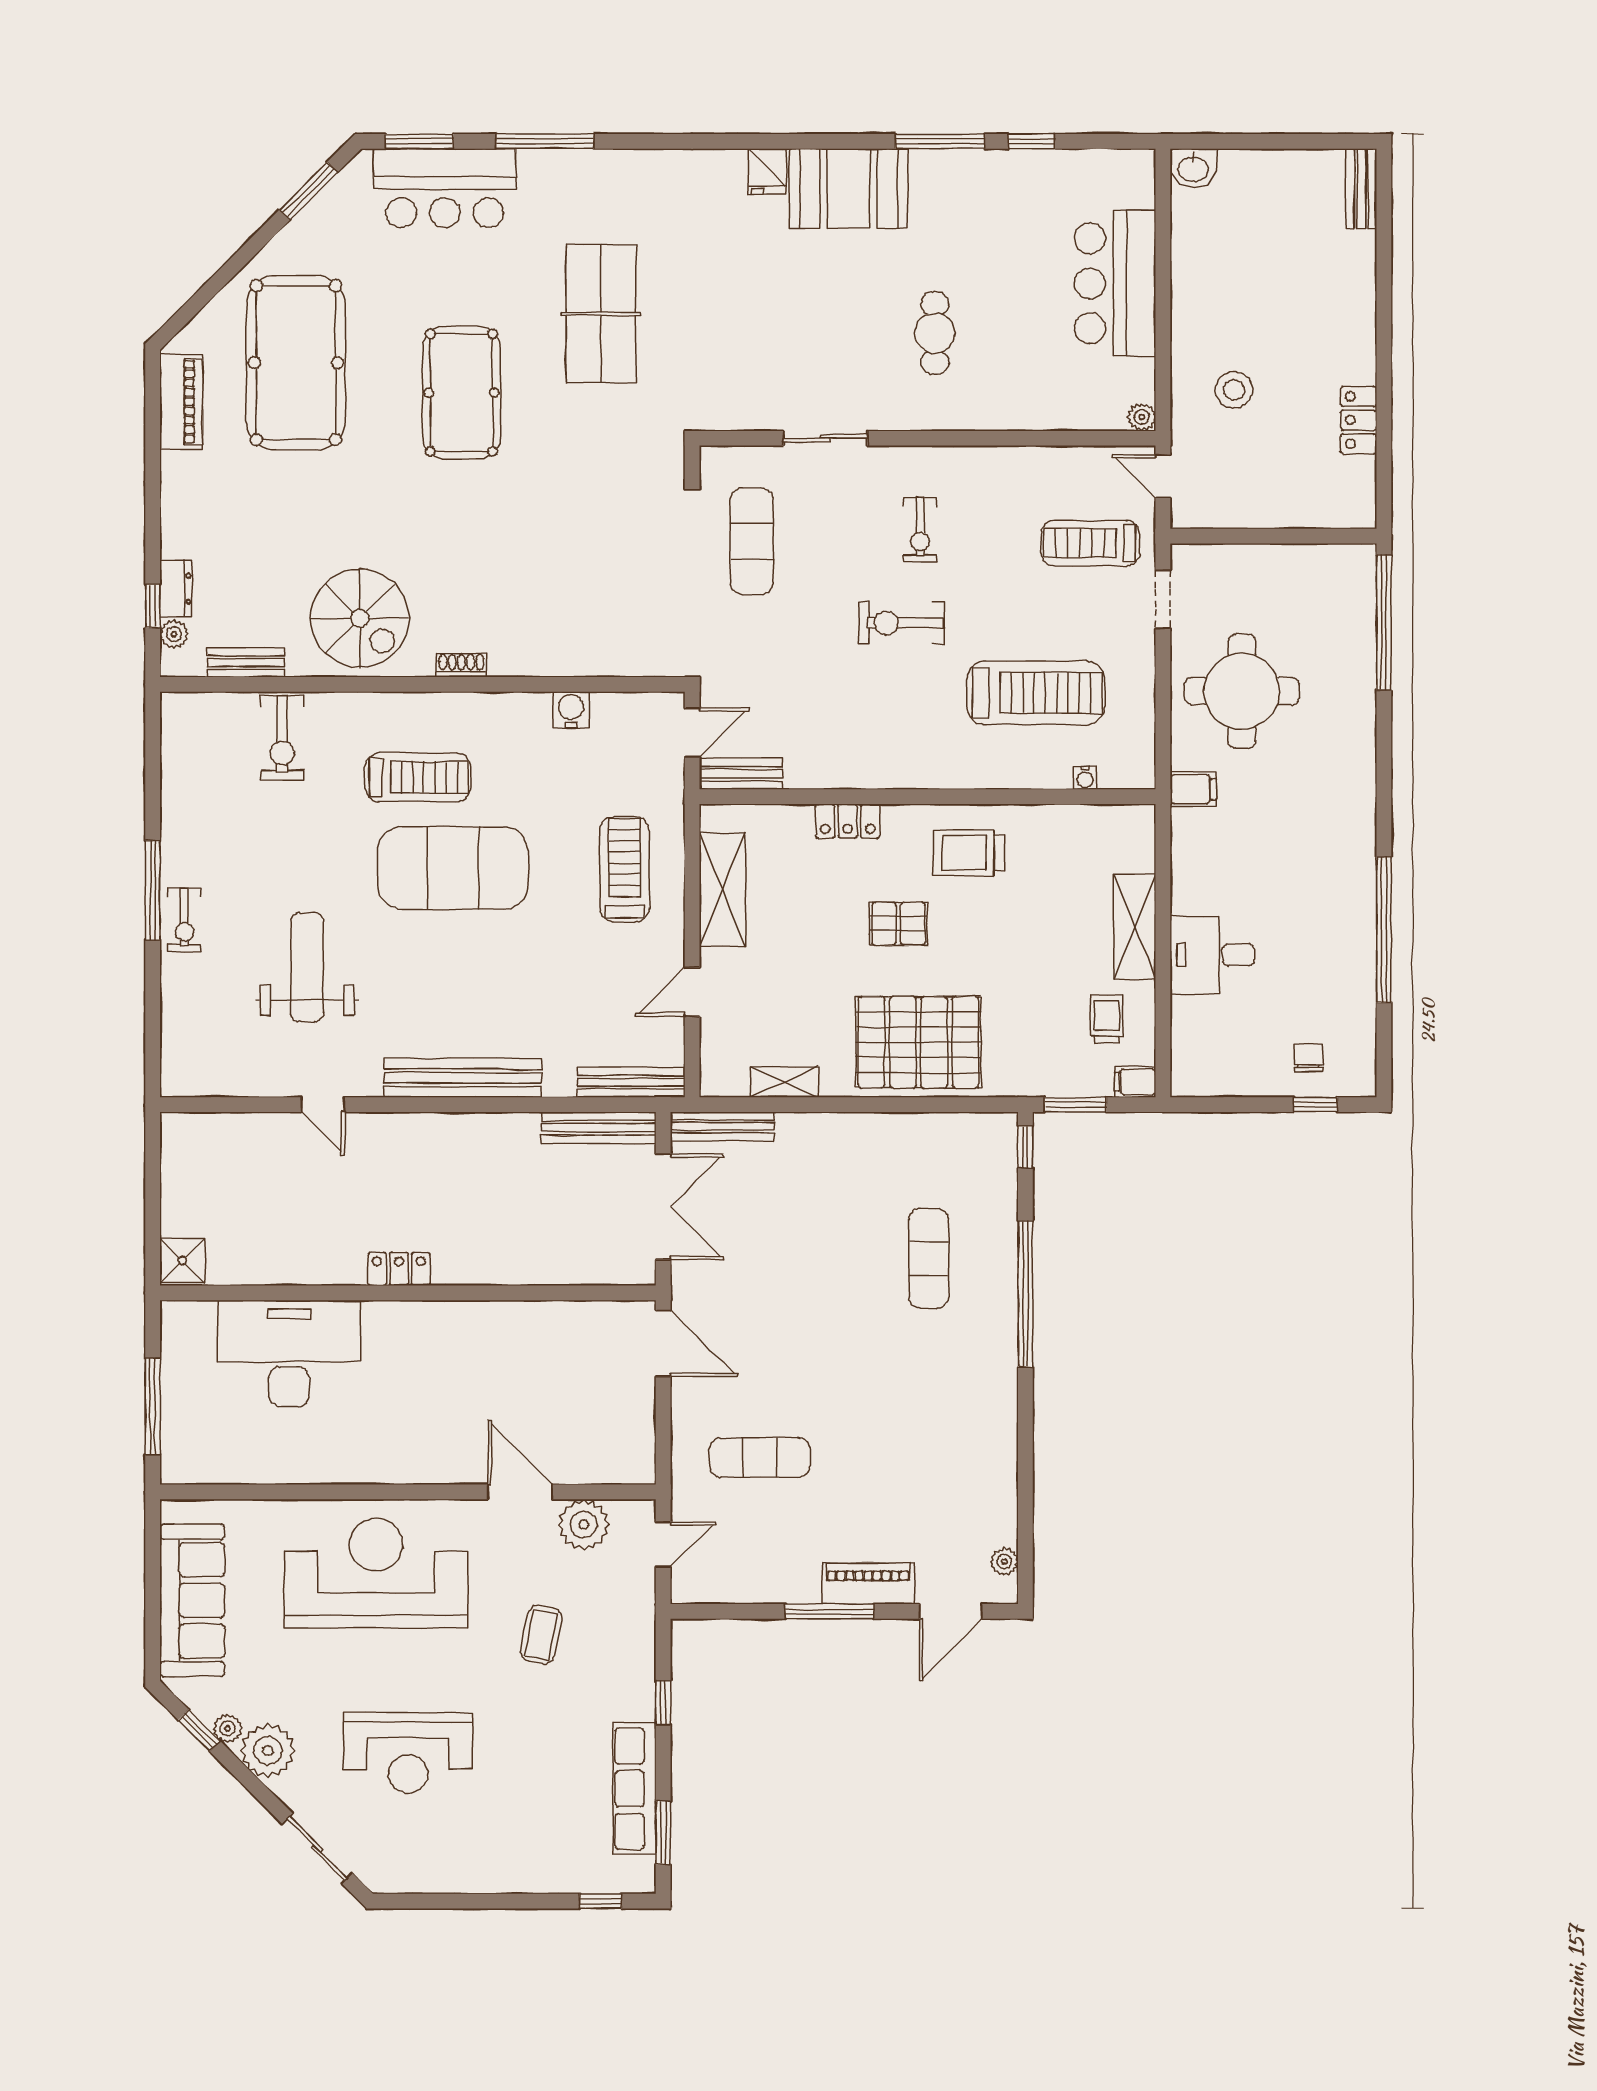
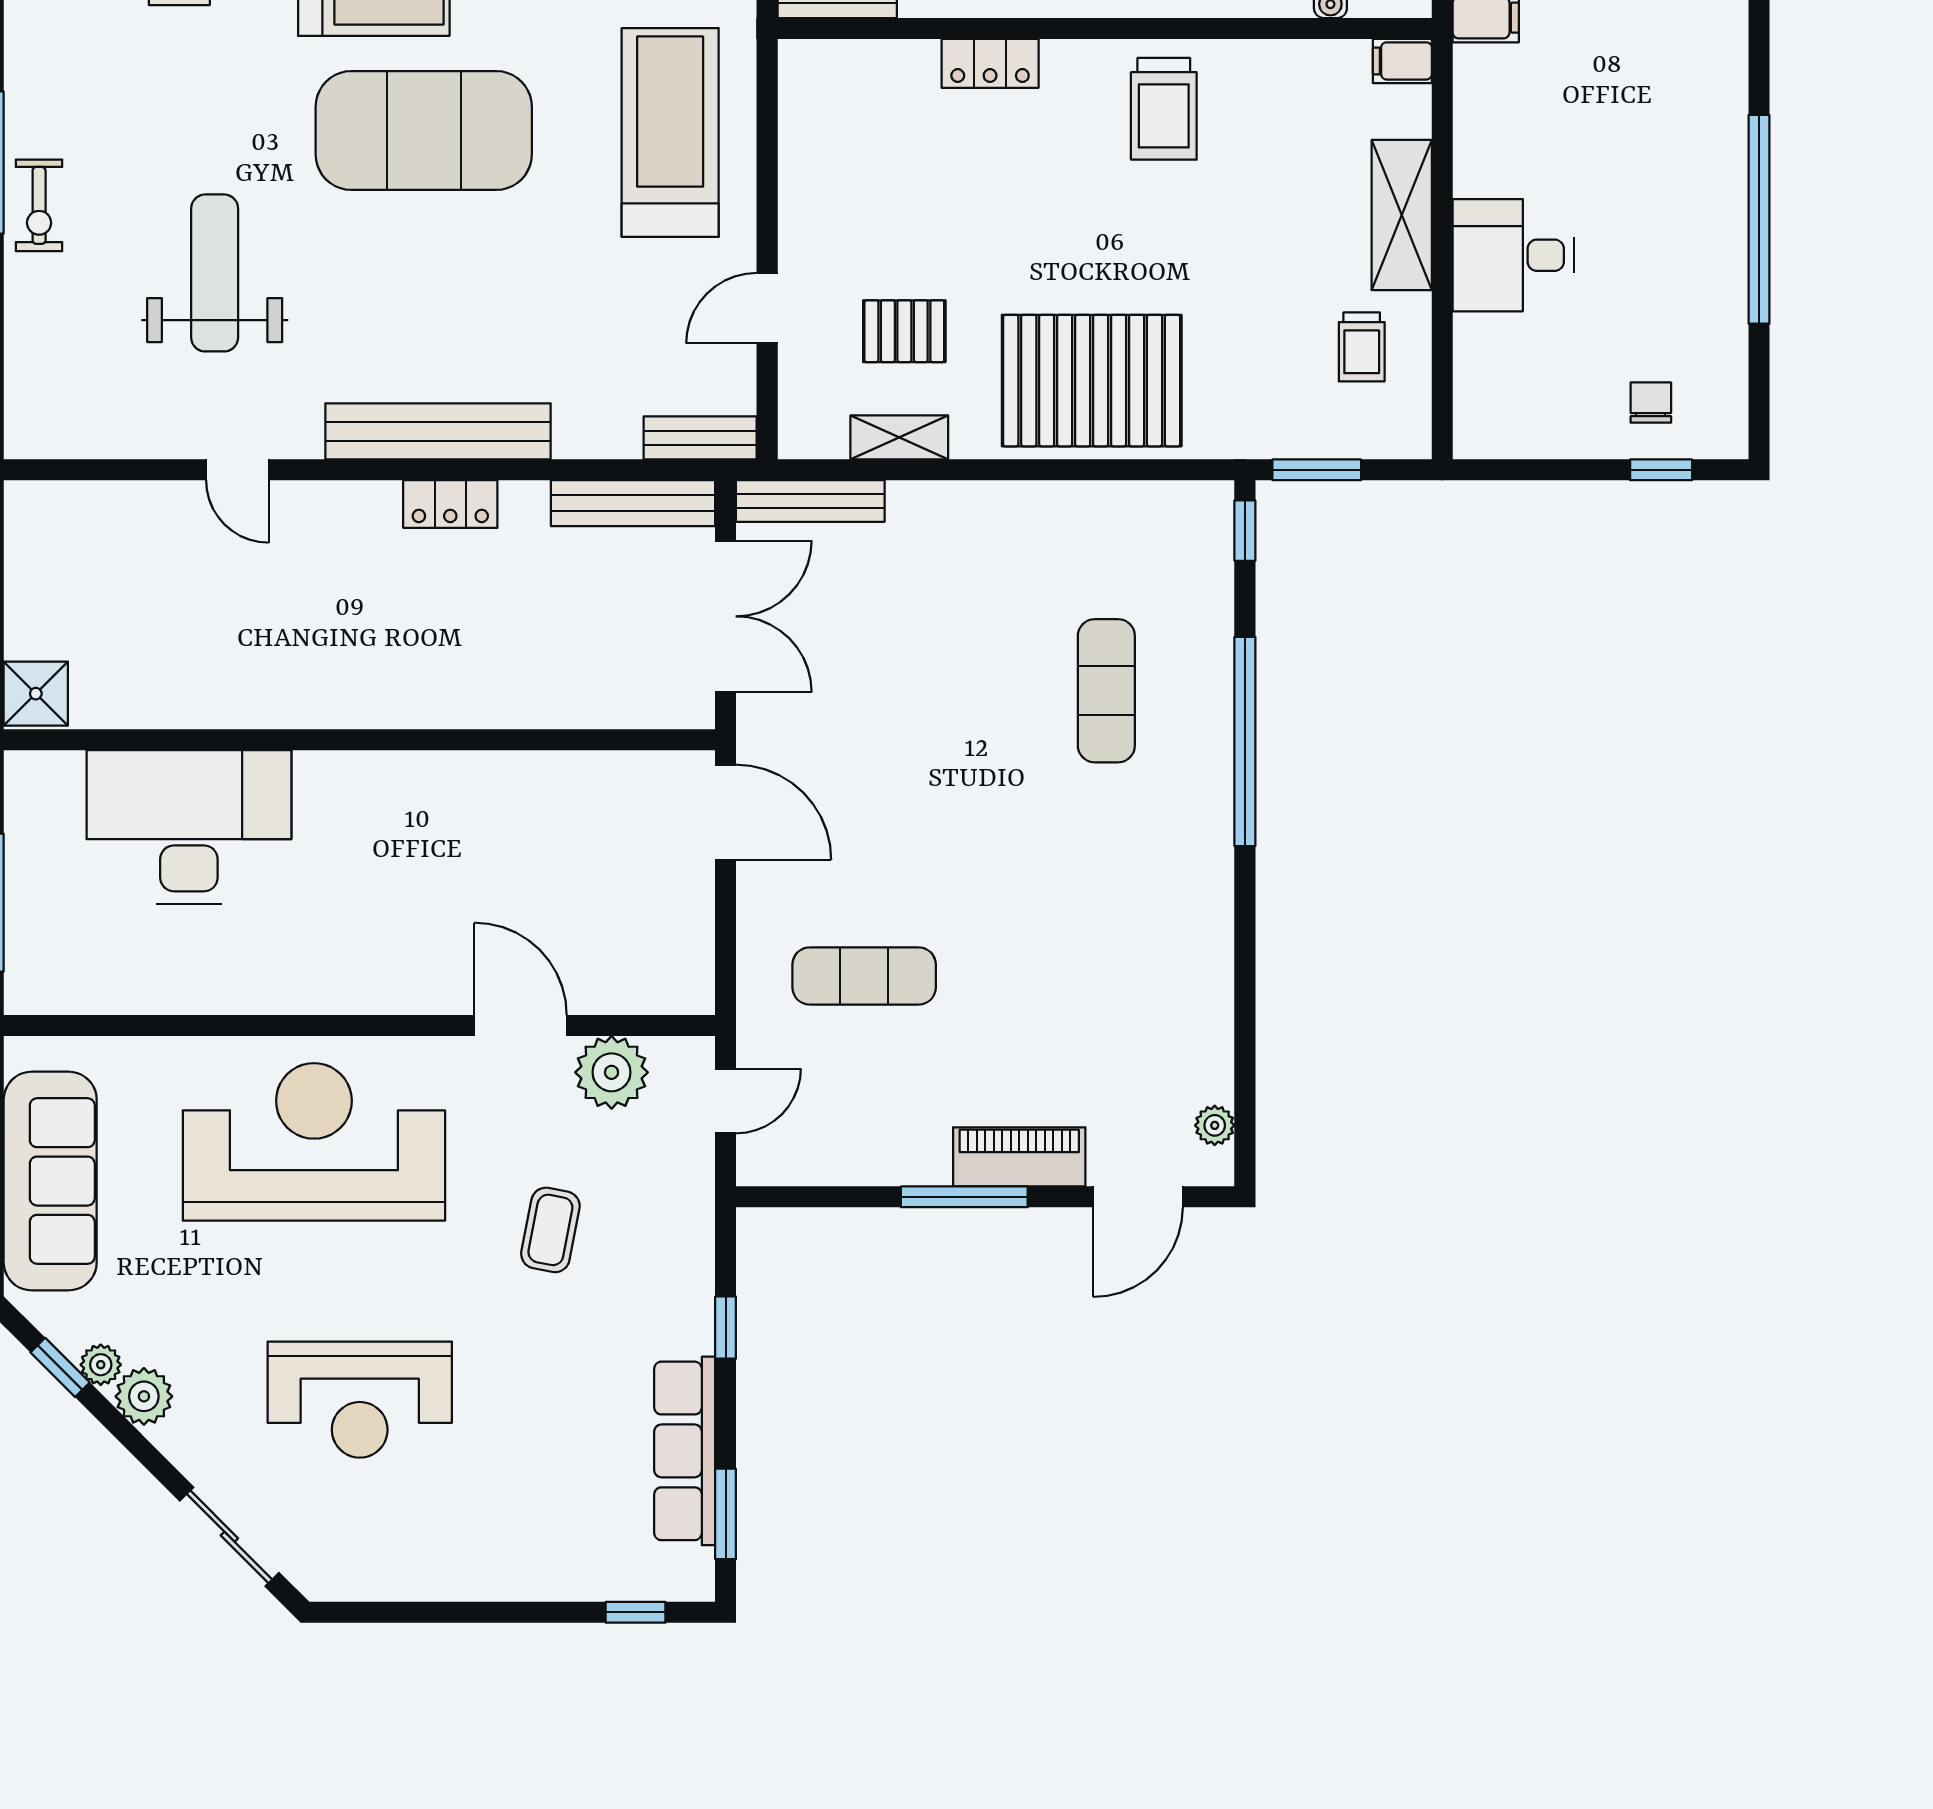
trolley: (969, 853) -> (1164, 109), turned -90
treadmill: (625, 869) -> (670, 132), width x1.37, depth x1.38
shelving: (722, 890) -> (810, 162), removed
pallet: (898, 924) -> (904, 331), moved
trolley: (1107, 1019) -> (1362, 347), turned 180
bench: (631, 1082) -> (700, 438), width x0.73
filing cabinet: (1135, 1082) -> (1402, 61), moved
locker: (399, 1269) -> (450, 504), moved, turned 180
plant: (268, 1751) -> (144, 1396), width x0.73, depth x0.73

